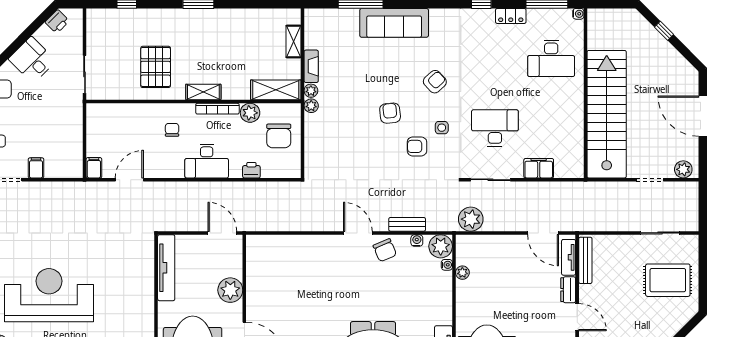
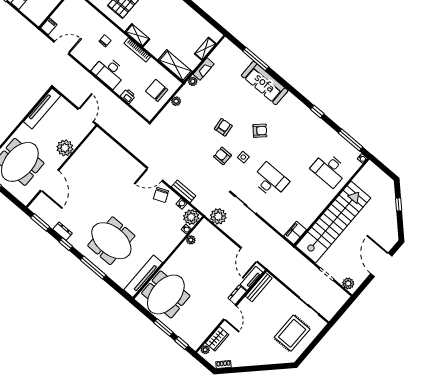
locker: (511, 16) -> (327, 130), removed
plant: (311, 106) -> (176, 101), moved
plant: (250, 113) -> (152, 66), removed
chair: (279, 136) -> (157, 90), turned 90
filing cabinet: (539, 168) -> (295, 233), moved, turned -90
door: (358, 233) -> (155, 174), swing flipped
rug: (668, 280) -> (292, 333), turned 90

